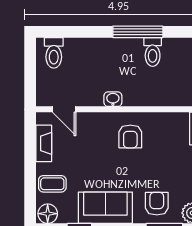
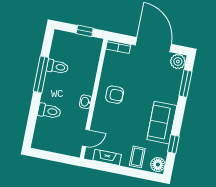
toilet: (54, 53) -> (49, 111), moved
armchair: (157, 204) -> (166, 85), removed

